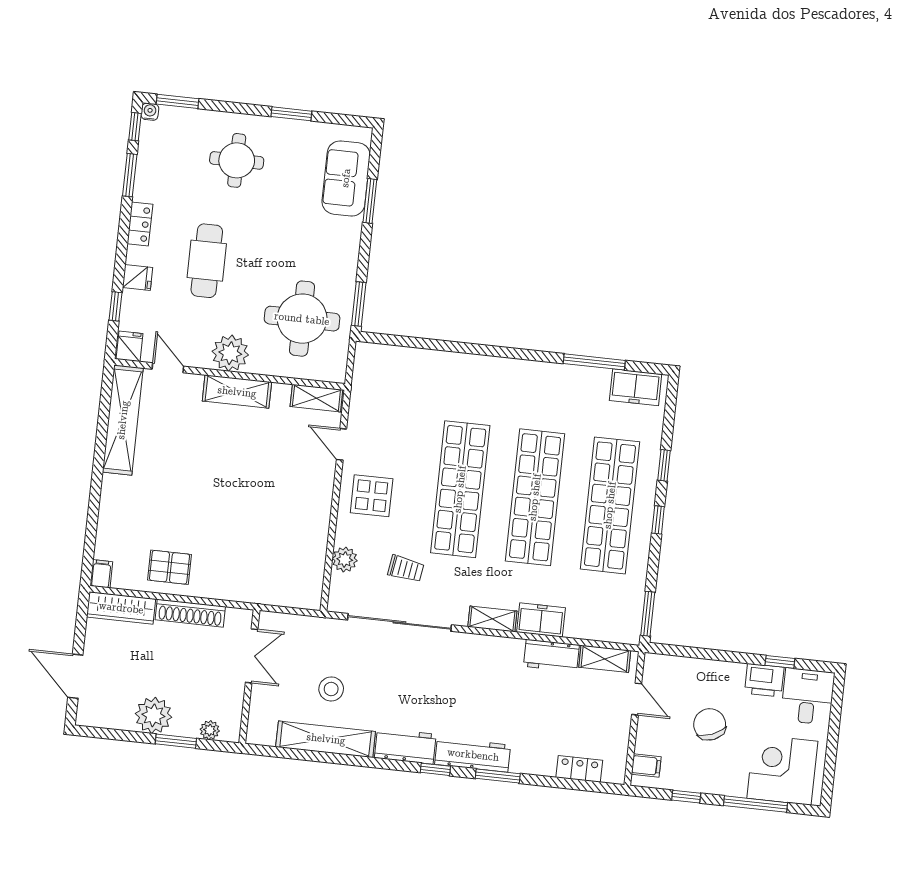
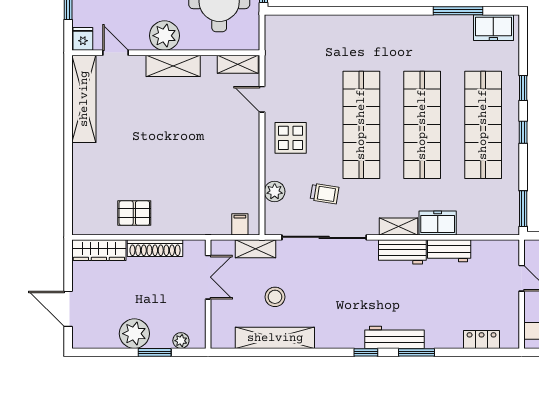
filing cabinet: (101, 574) -> (240, 224), moved
shelving: (605, 659) -> (256, 249), moved
workbench: (405, 746) -> (402, 252), moved, turned 180

